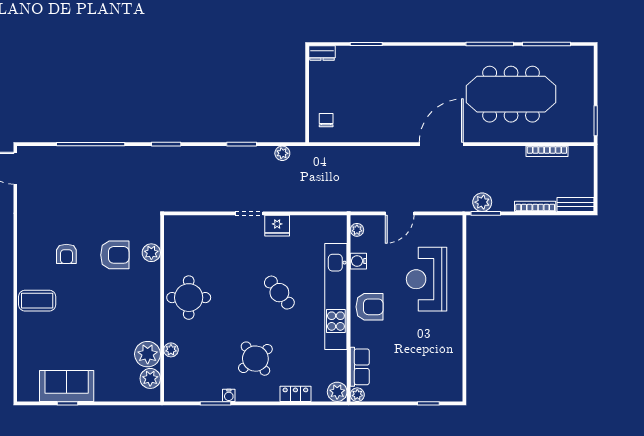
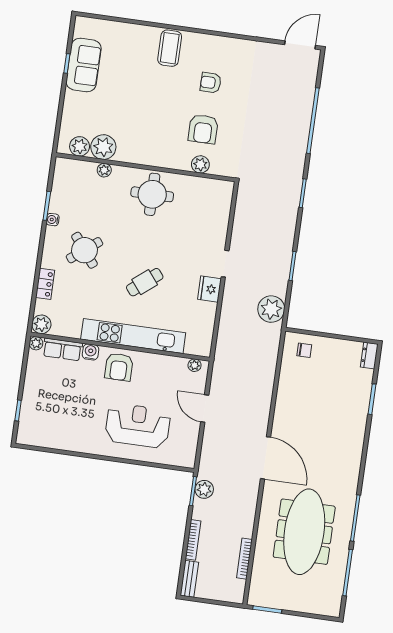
plant: (282, 153) -> (271, 309), width x1.87, depth x1.87
water cooler: (358, 261) -> (91, 352), moved

